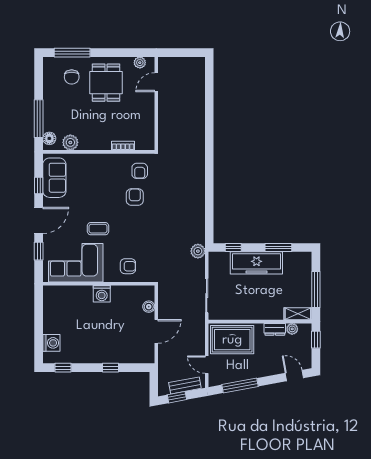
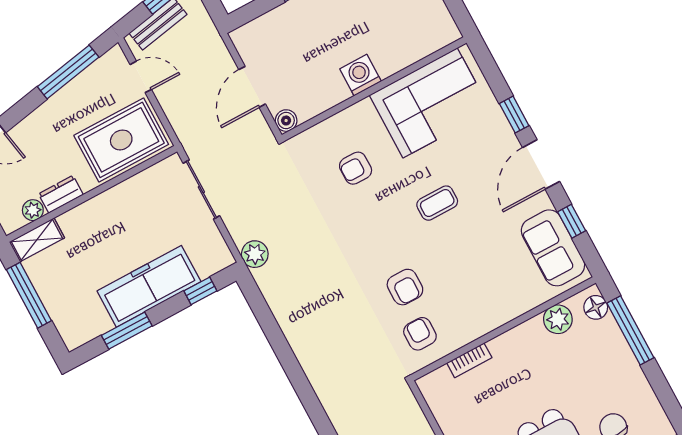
corner sofa: (76, 263) -> (430, 103), moved
wall: (99, 284) -> (374, 89), moved
washing machine: (102, 294) -> (361, 75), moved

